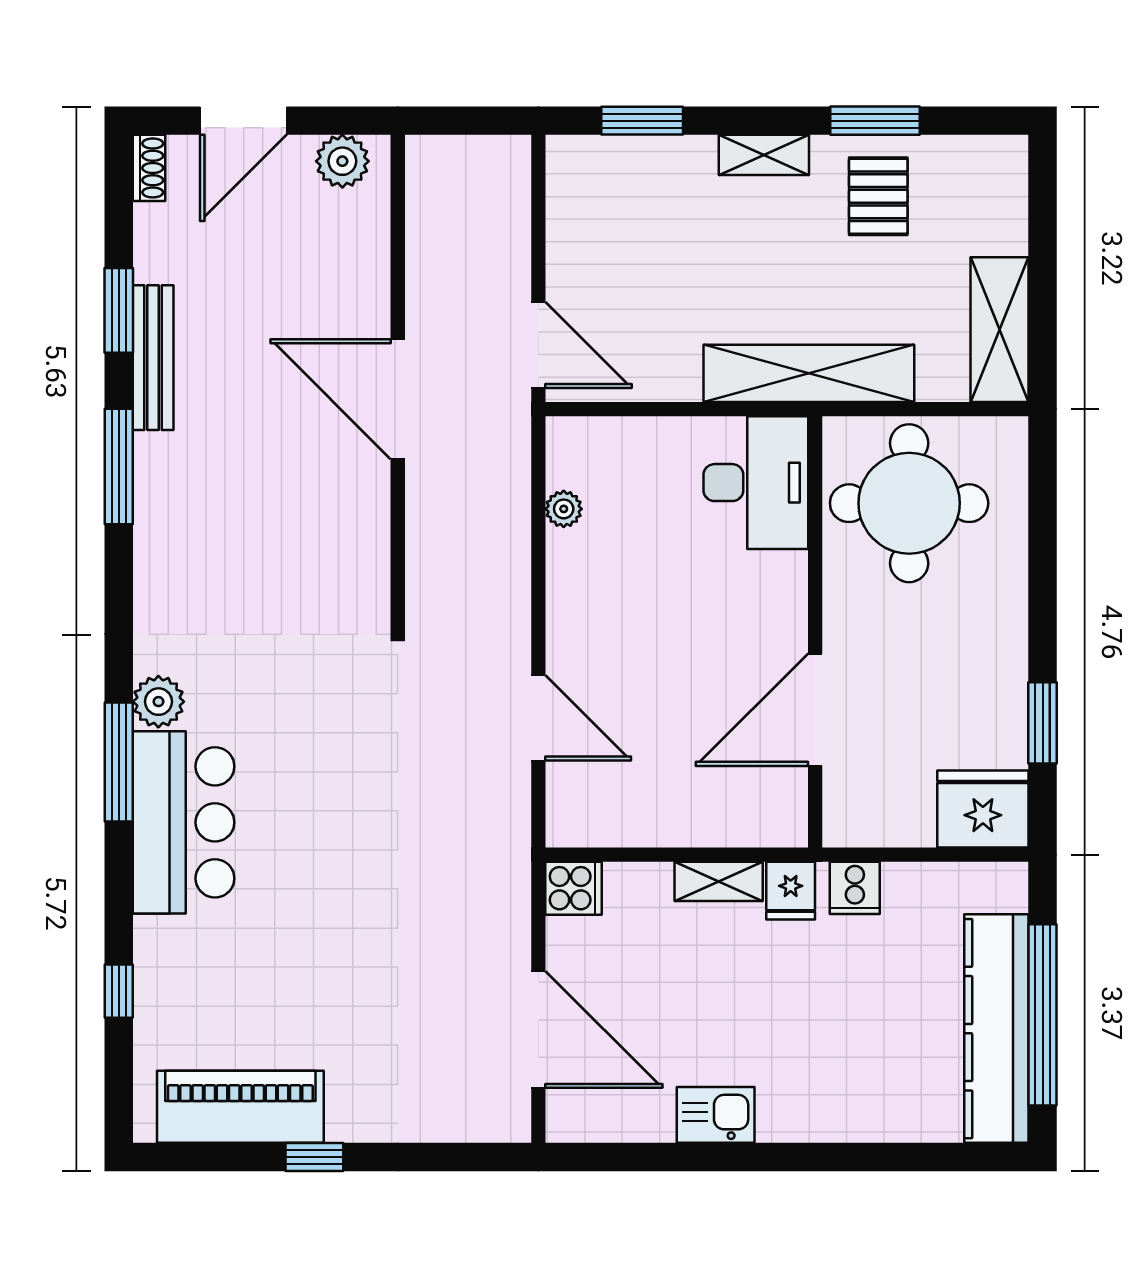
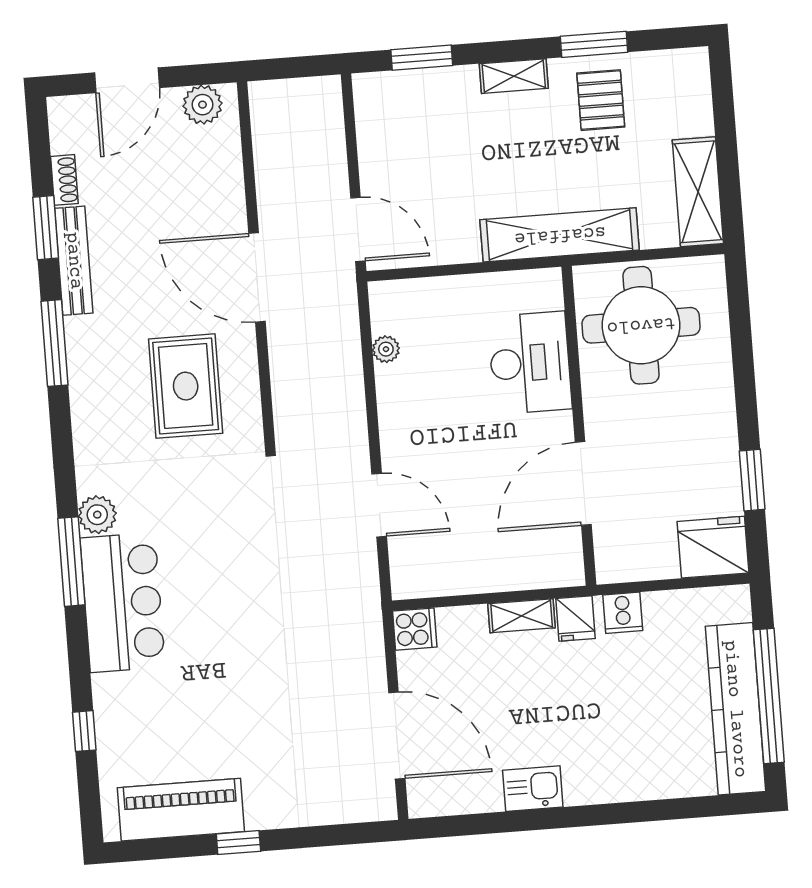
shoe rack: (149, 168) -> (64, 180), moved
desk: (756, 483) -> (530, 363), moved
rug: (290, 538) -> (186, 386), added

